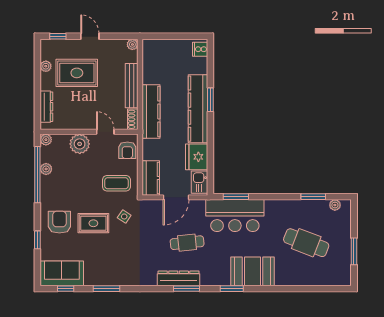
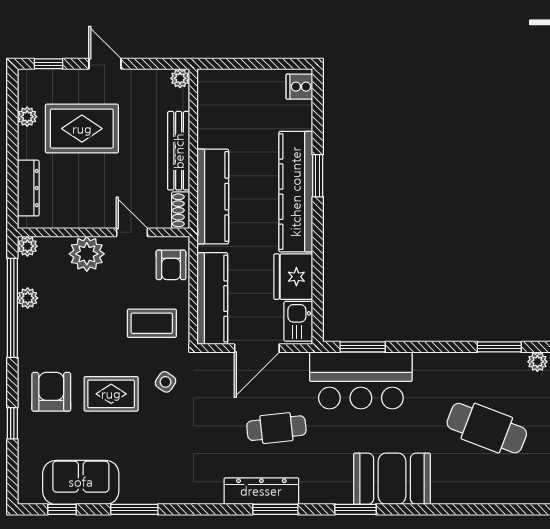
kitchen counter: (151, 178) -> (212, 299), width x1.50
sofa: (62, 273) -> (81, 482), moved

